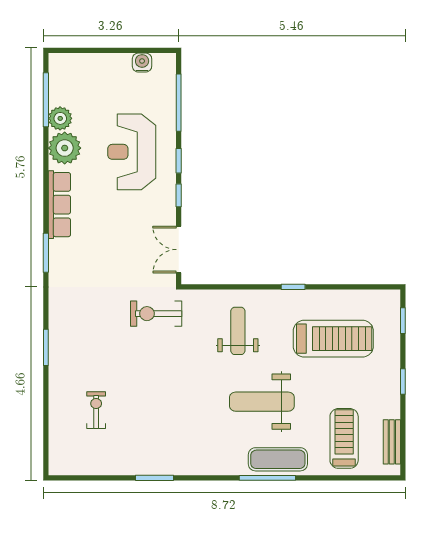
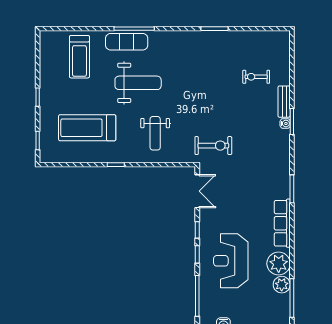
reception desk: (132, 152) -> (231, 261), turned 180
water cooler: (55, 345) -> (285, 123), added
exercise bike: (96, 410) -> (256, 77), turned 90
bench: (392, 442) -> (284, 102), moved

